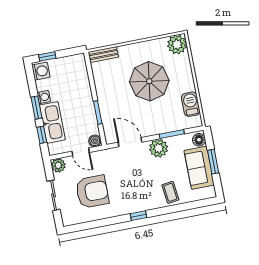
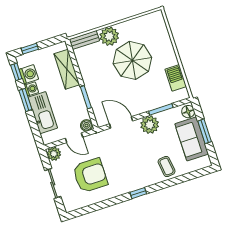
plant: (177, 44) -> (109, 36), moved
washing machine: (41, 71) -> (29, 74), moved
shelving: (82, 82) -> (67, 69), added
window: (42, 135) -> (16, 72), moved

